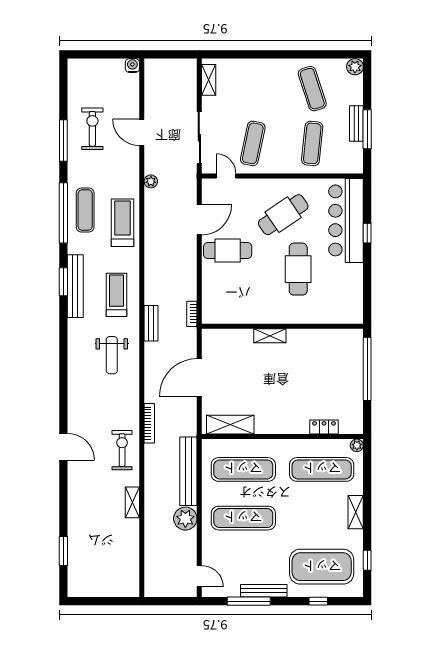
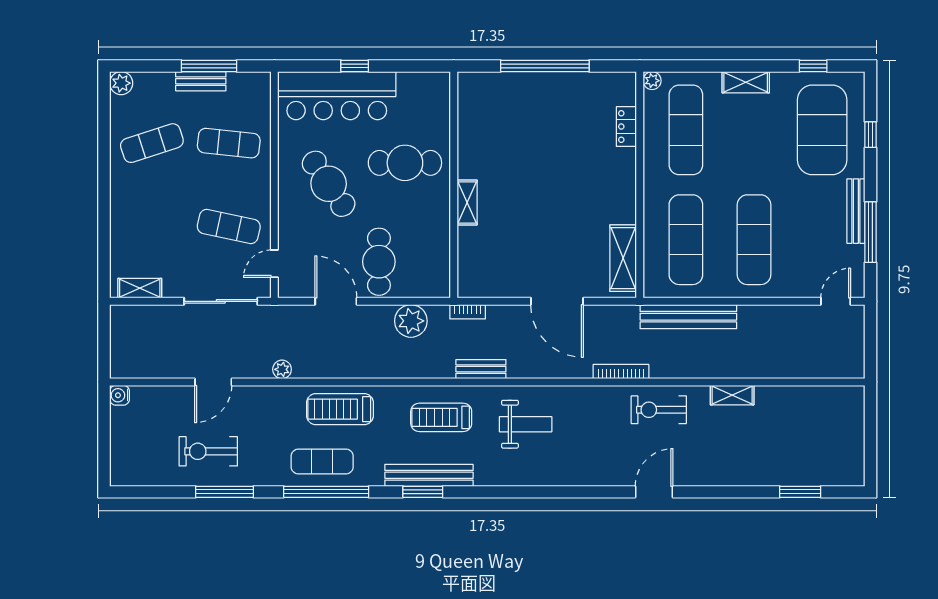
wall: (282, 326) -> (454, 185), moved
shelving: (270, 336) -> (467, 203), moved
plant: (185, 519) -> (411, 321), moved

